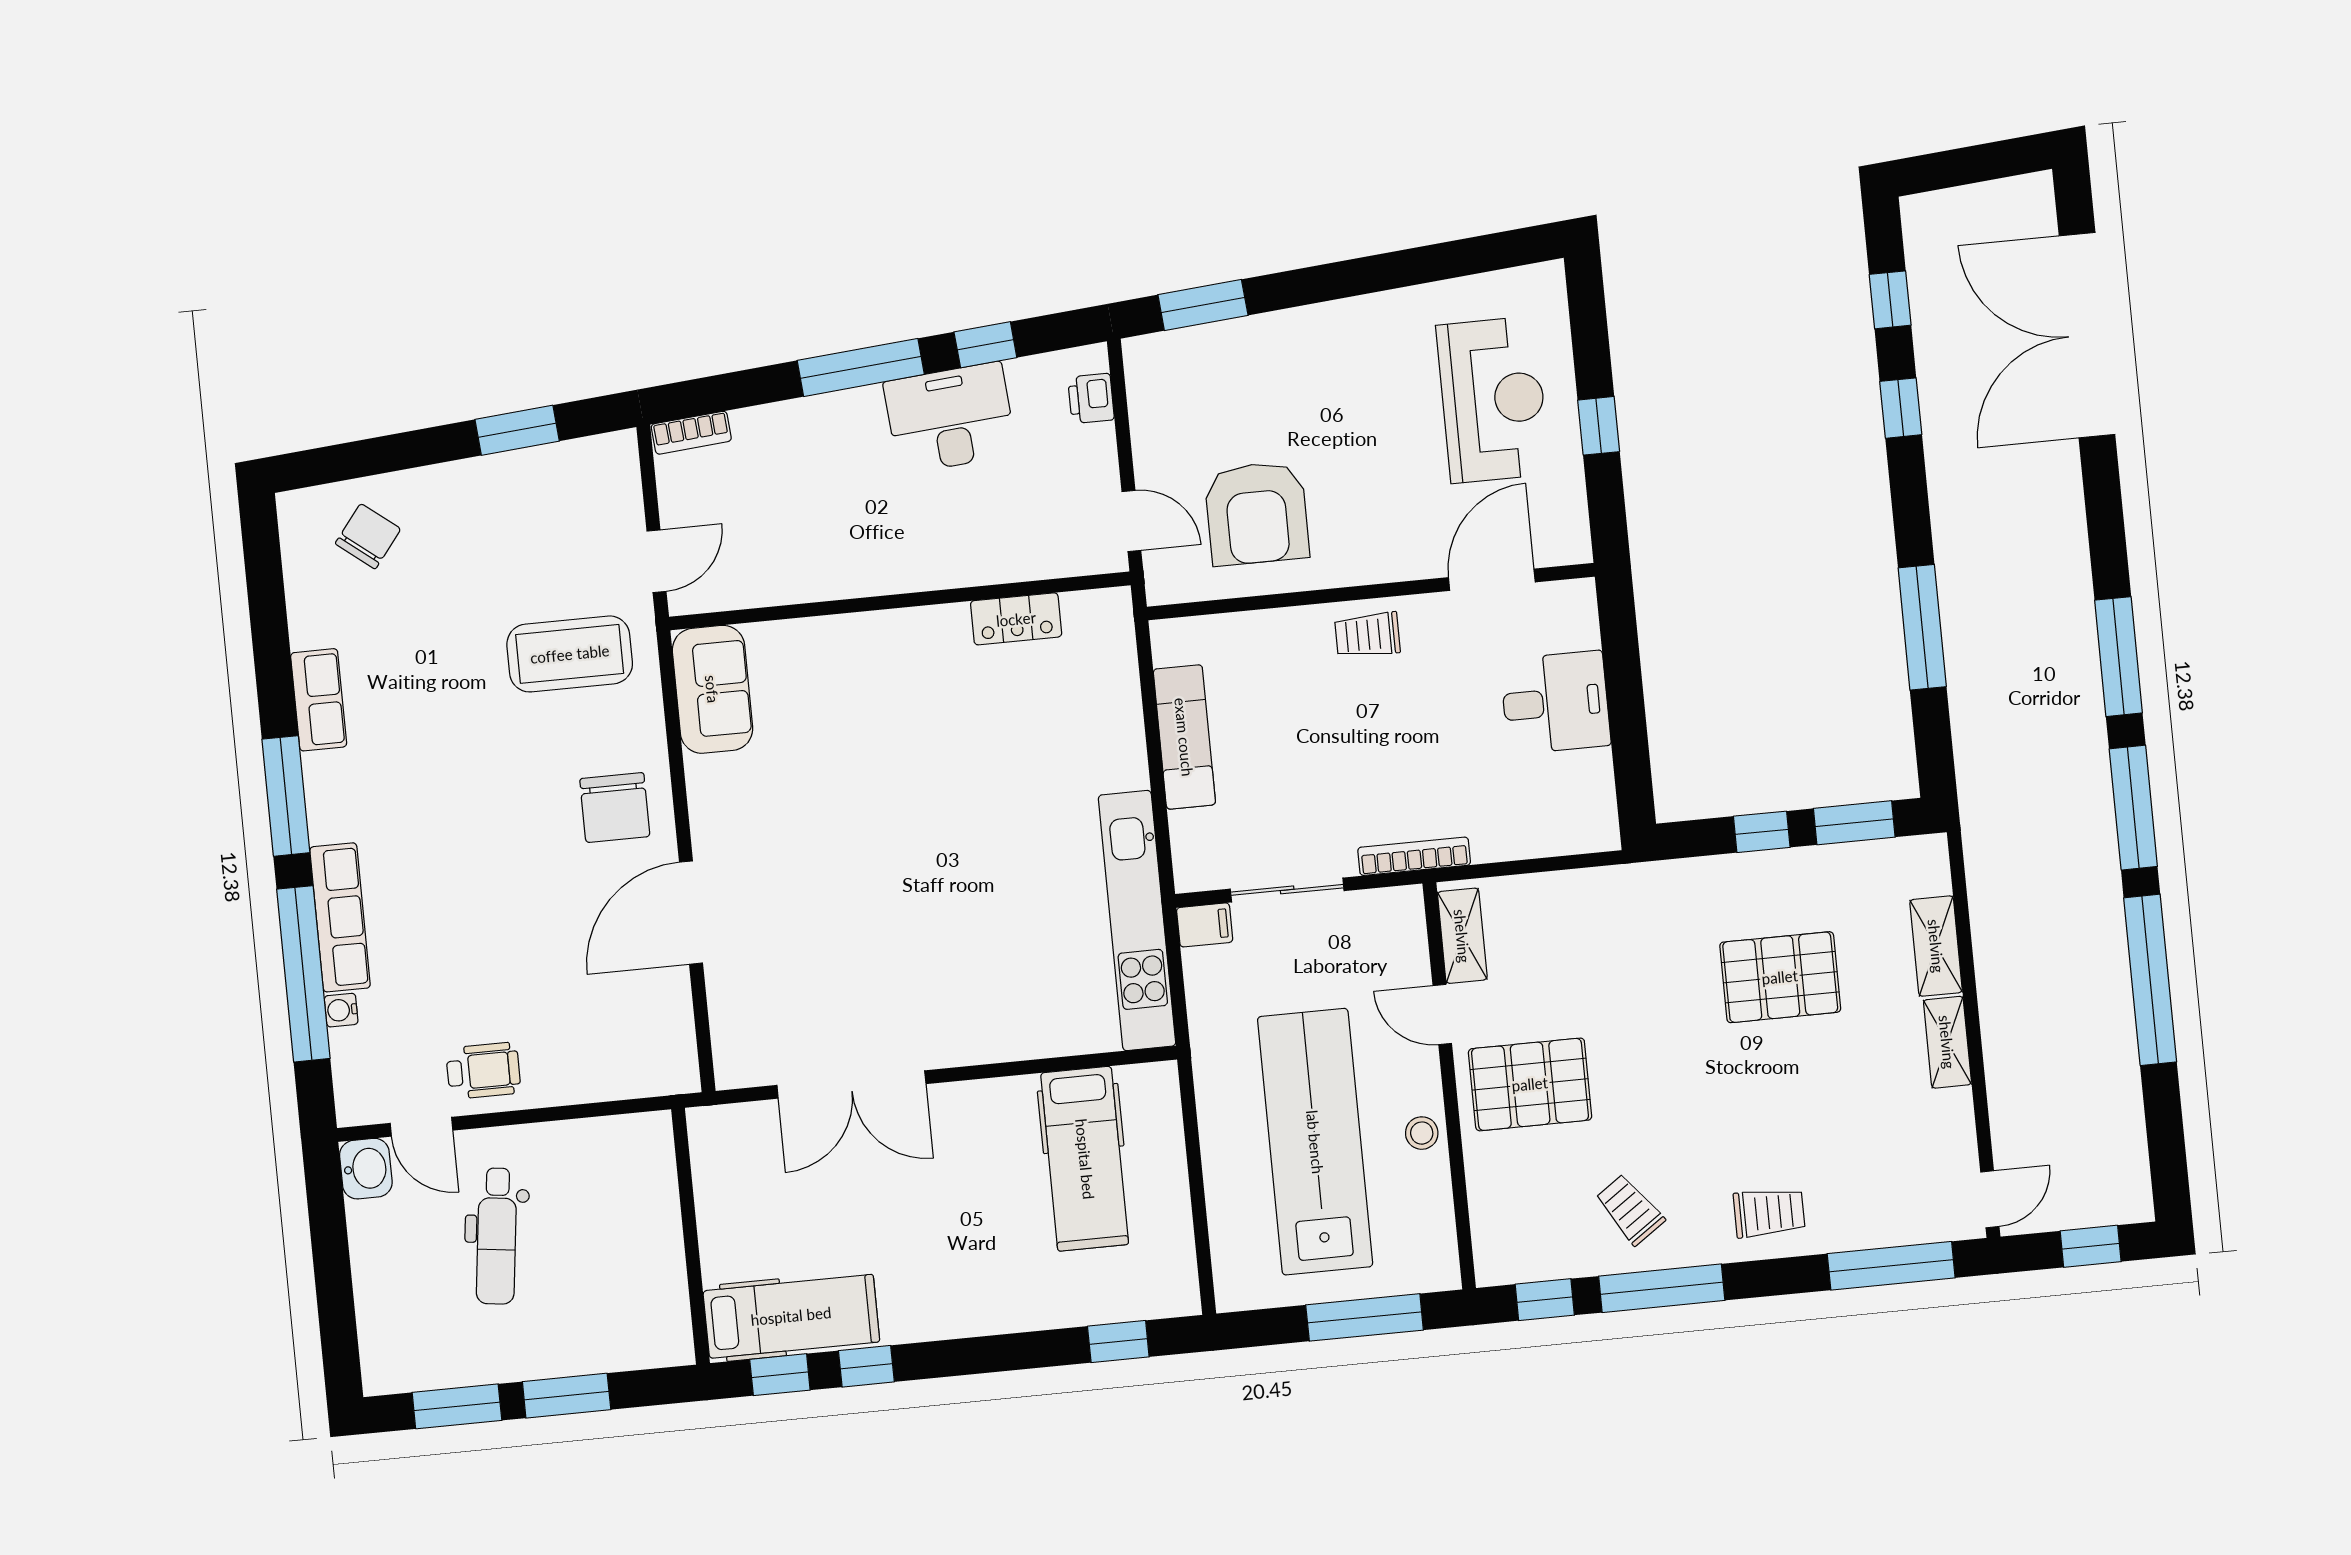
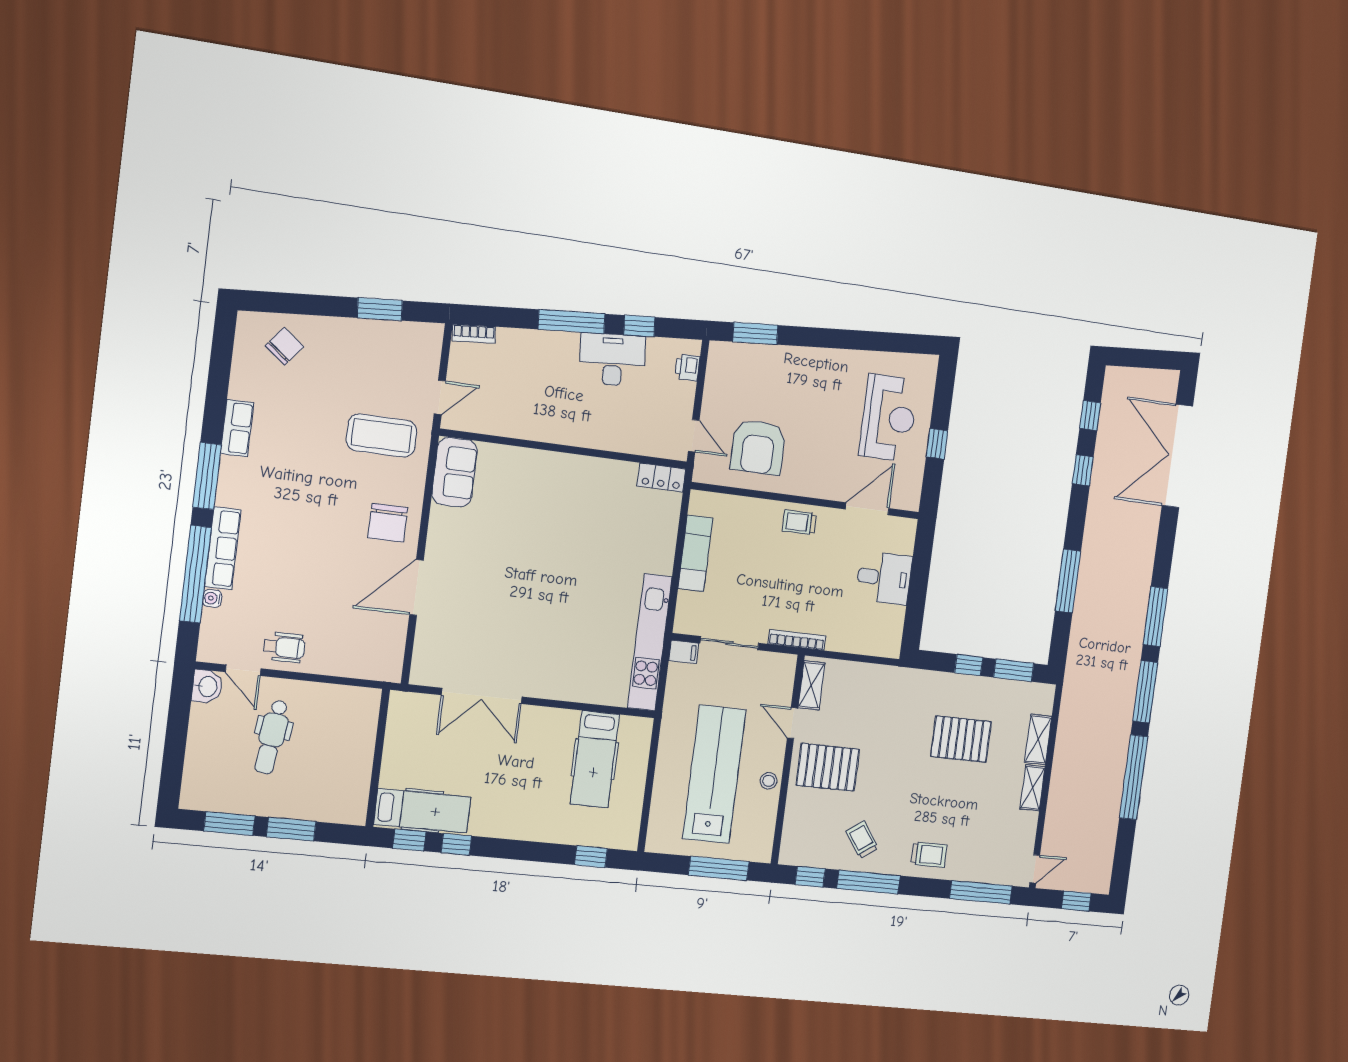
locker: (1016, 619) -> (661, 477), moved

